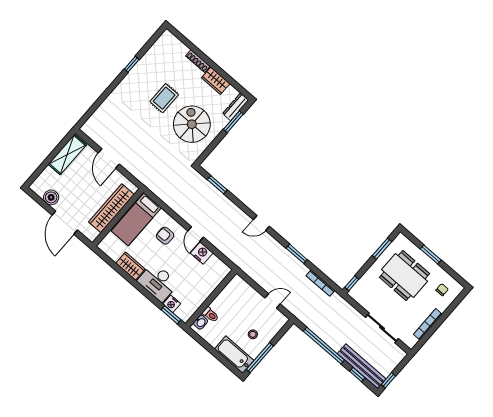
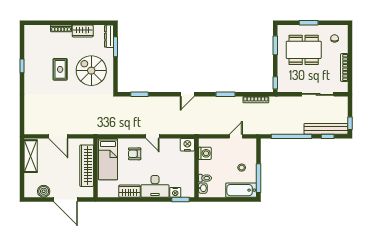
nightstand: (202, 253) -> (187, 145), moved
washing machine: (230, 292) -> (205, 153), added

